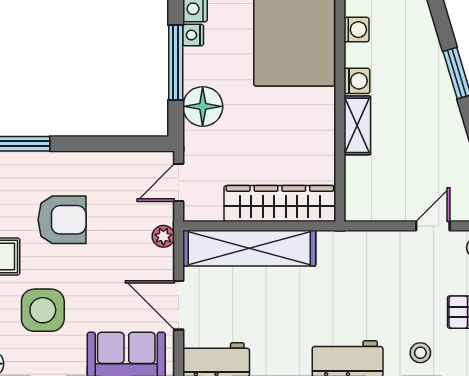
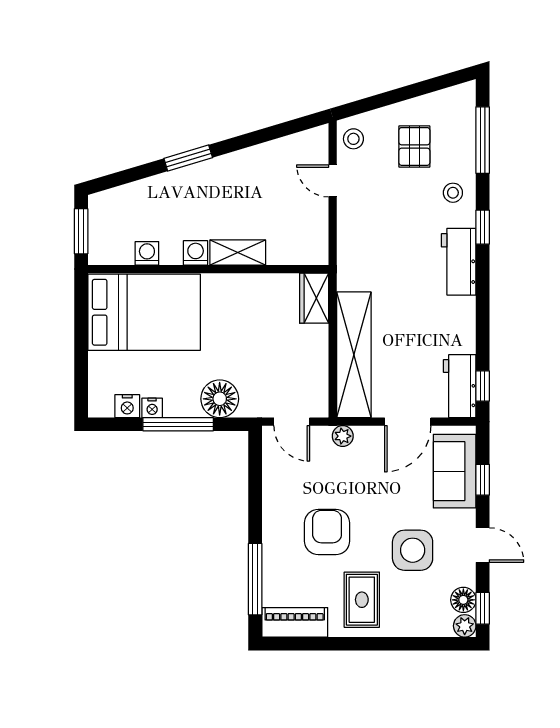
wardrobe: (280, 204) -> (314, 298), width x0.48, depth x0.85

